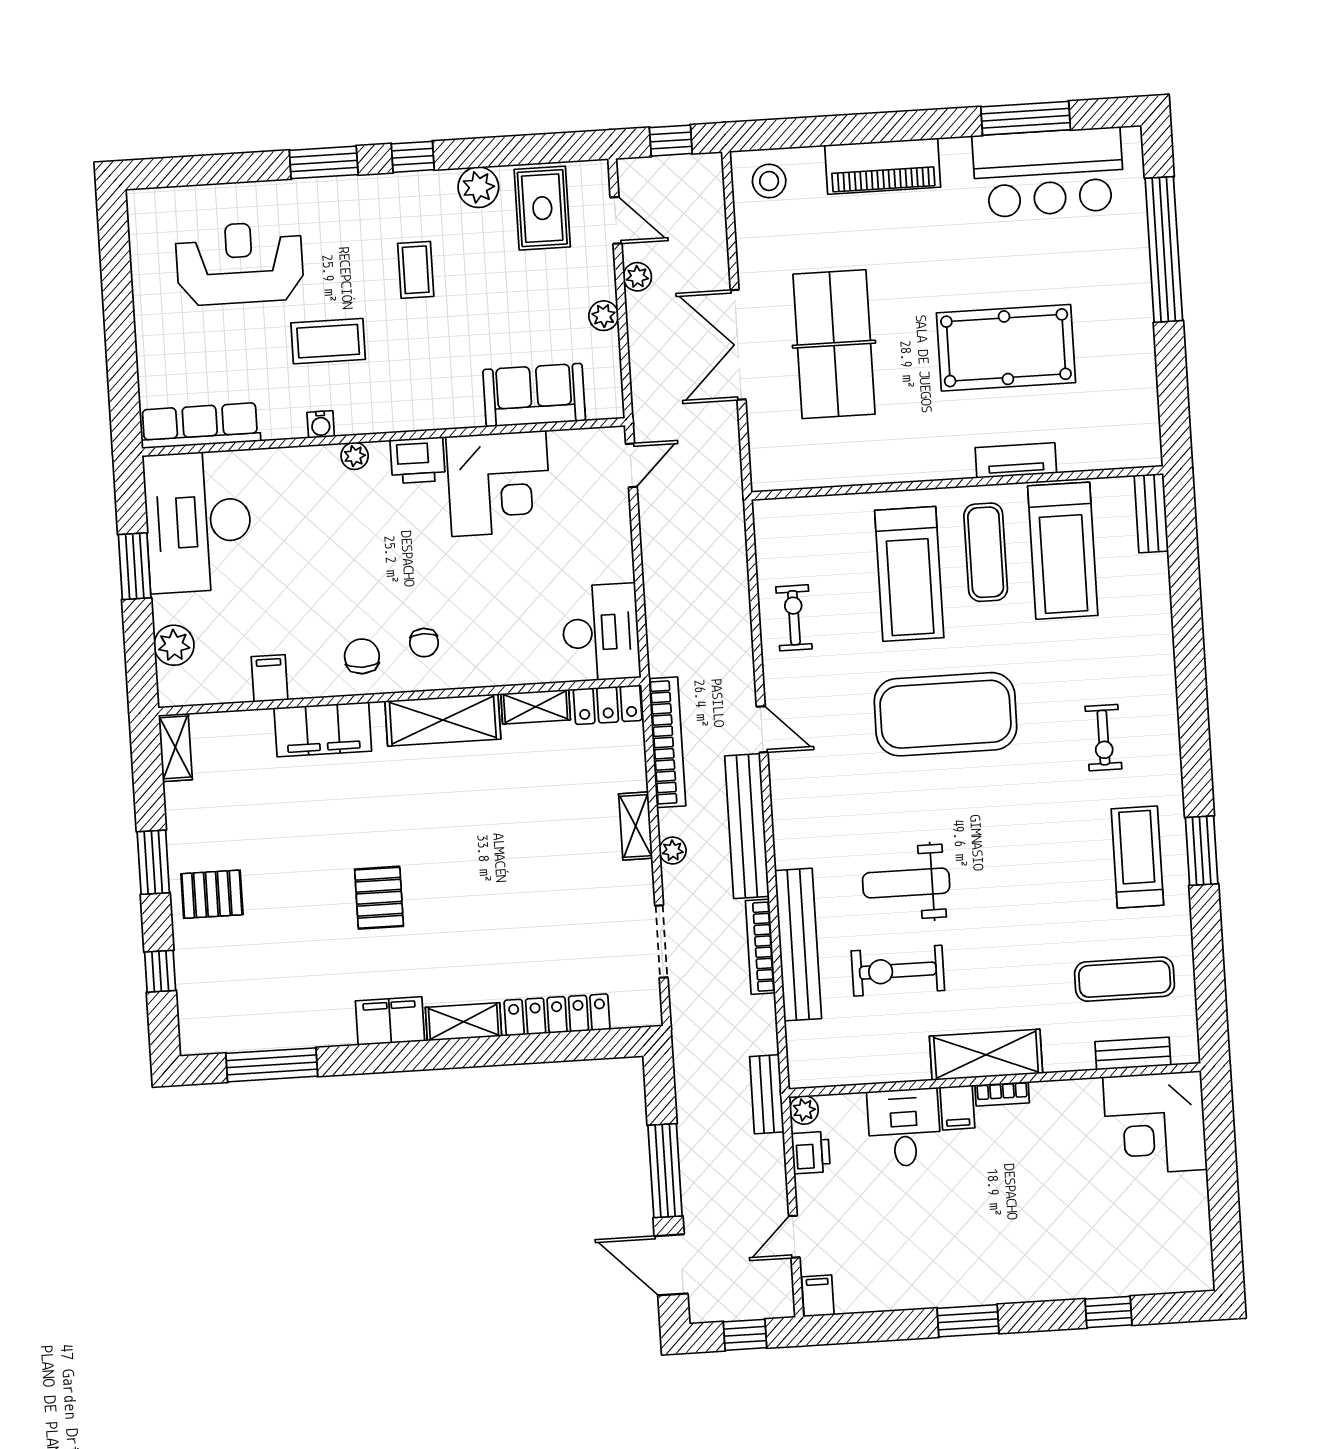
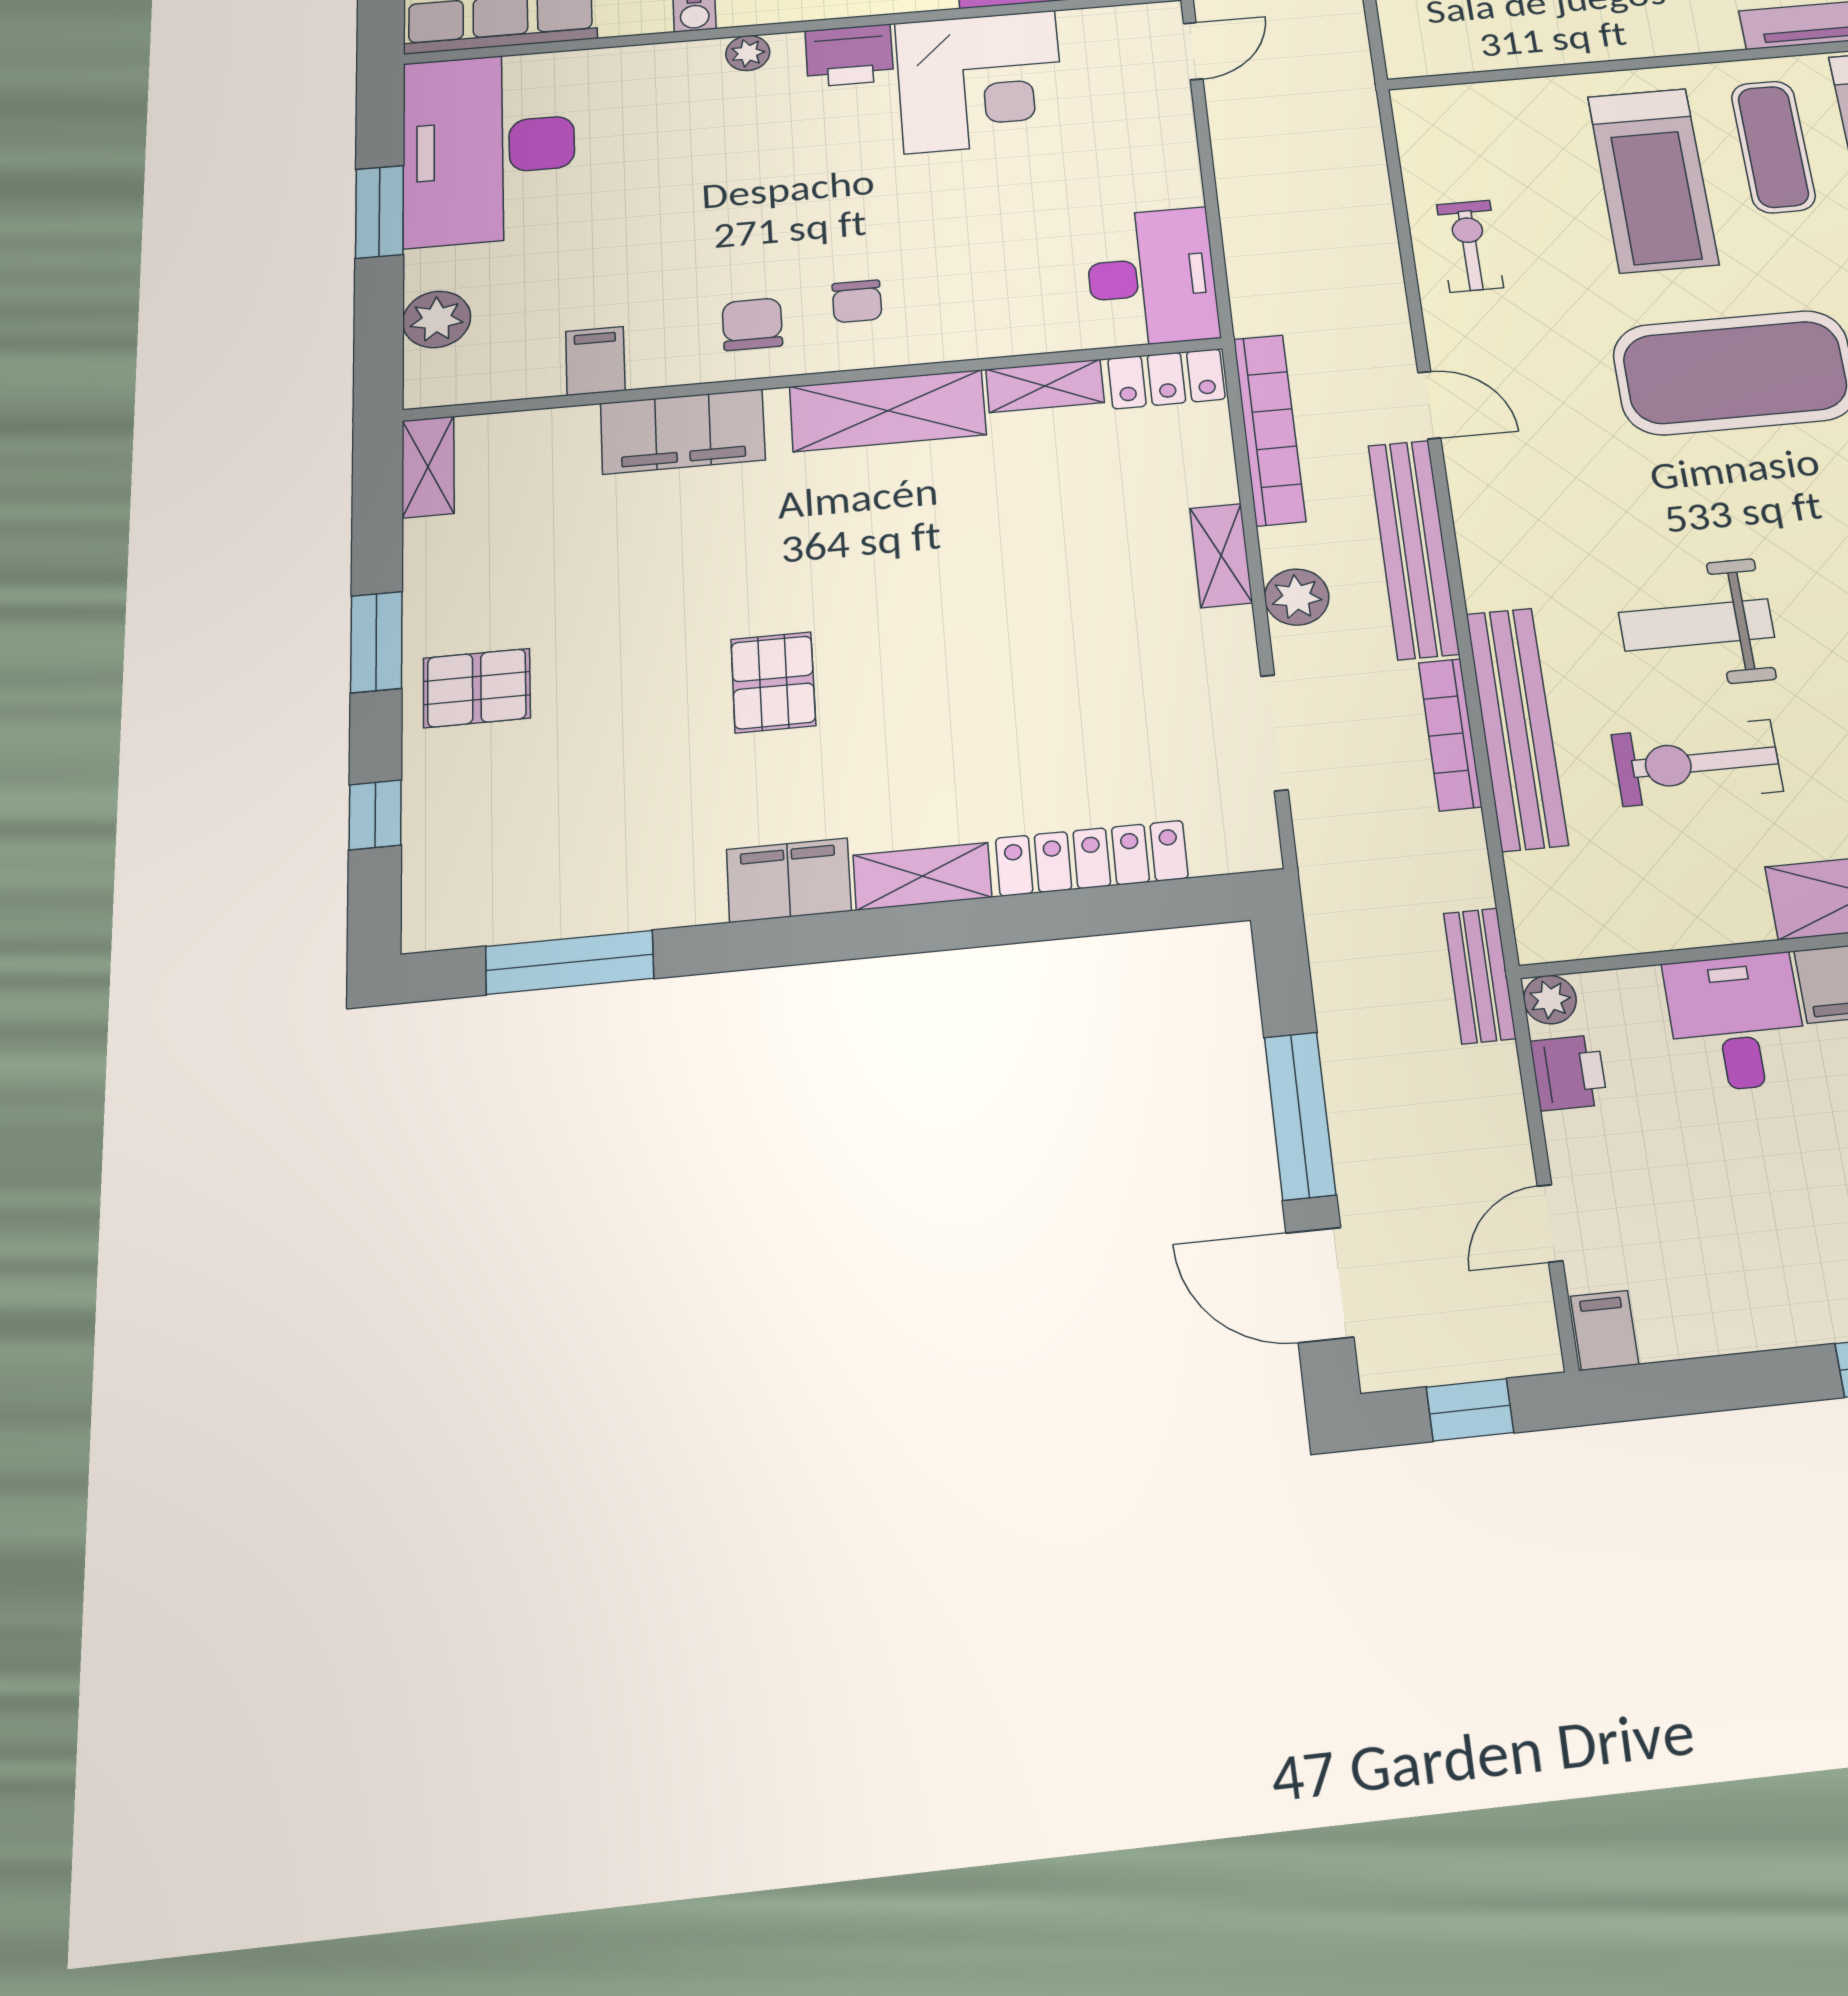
plant: (673, 850) -> (1297, 597), width x1.38, depth x1.38

